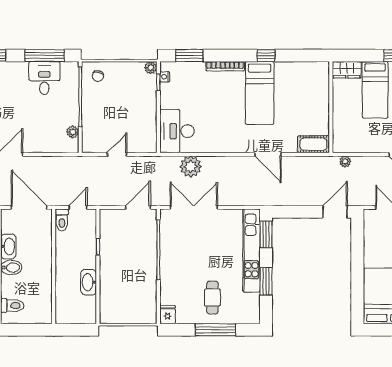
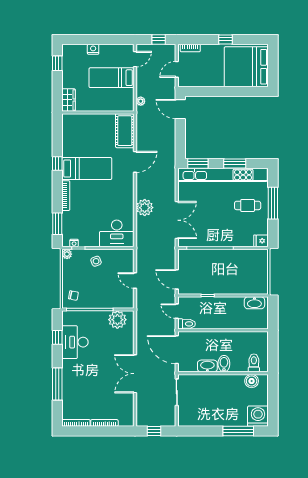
window: (45, 56) -> (57, 337), width x0.46
desk: (44, 78) -> (75, 342), width x1.37
bed: (375, 90) -> (112, 78), moved, turned 180
side table: (142, 105) -> (96, 261), added
plant: (73, 132) -> (117, 320), width x1.88, depth x1.88
cot: (314, 144) -> (125, 131), width x1.37, depth x1.34
plant: (191, 167) -> (145, 208), moved
door: (29, 207) -> (177, 350), hinge flipped
door: (138, 207) -> (177, 279), moved
double door: (194, 207) -> (177, 220), swing flipped
kitchen unit: (251, 251) -> (223, 175), width x1.36
washbasin: (89, 282) -> (254, 303), moved

